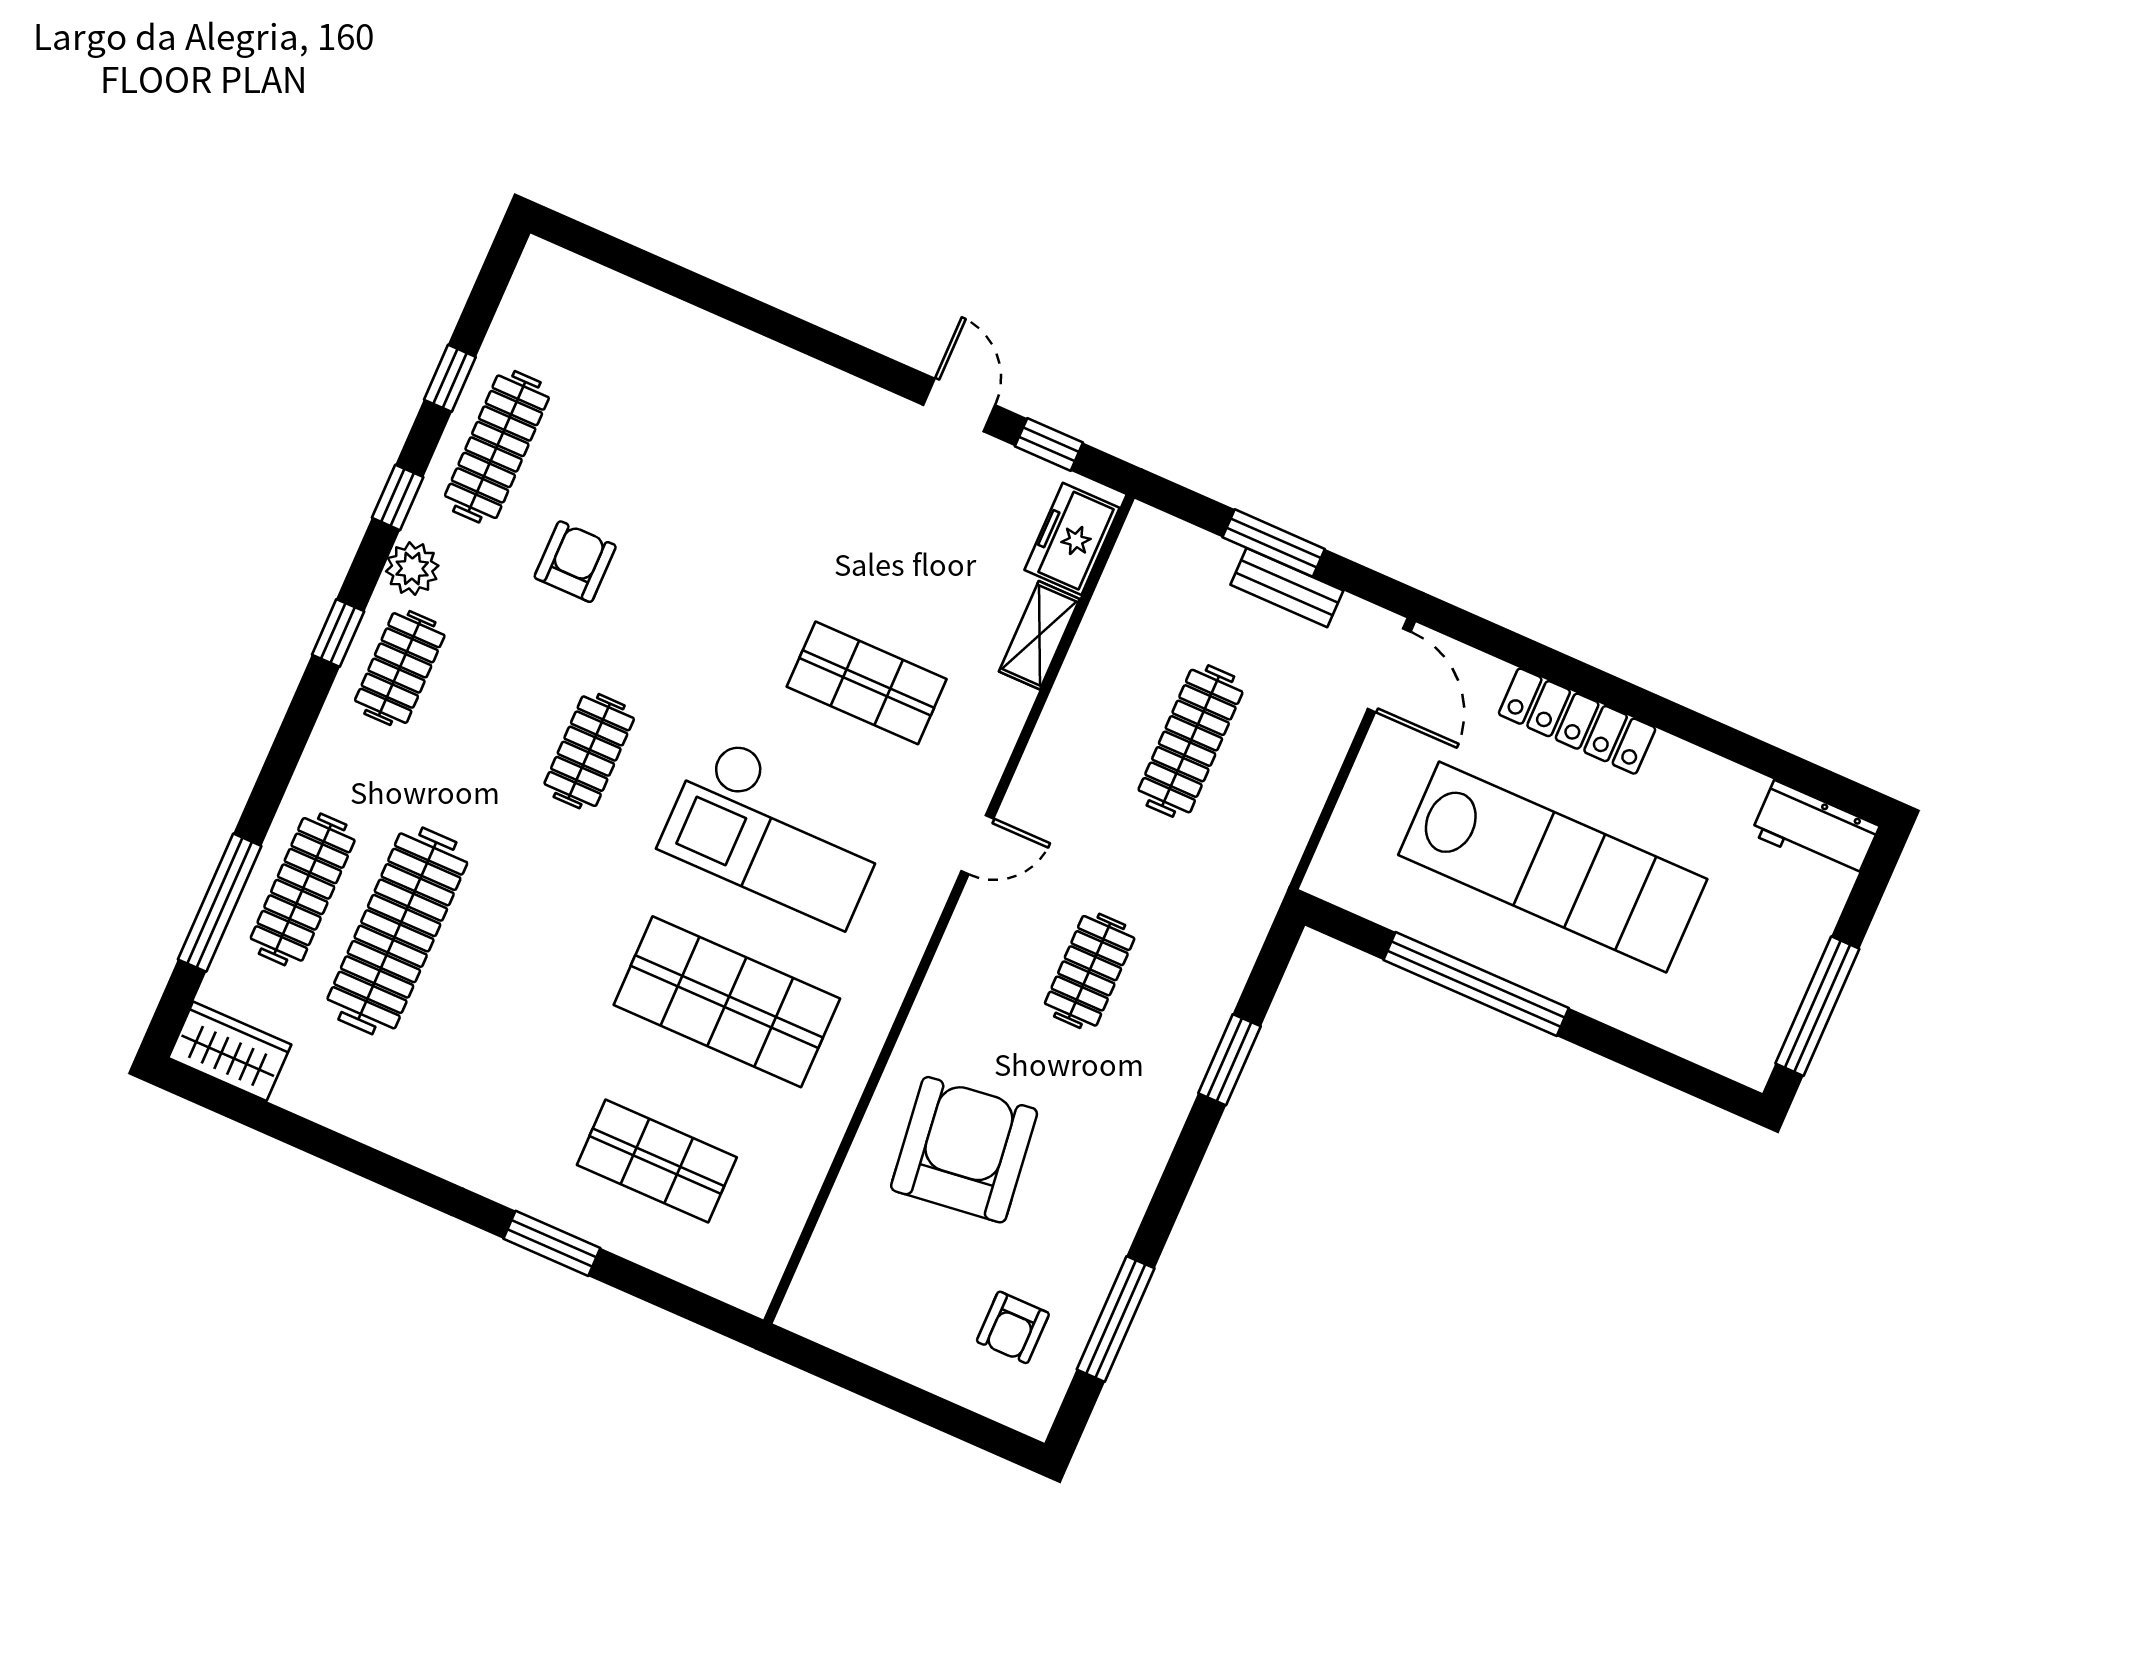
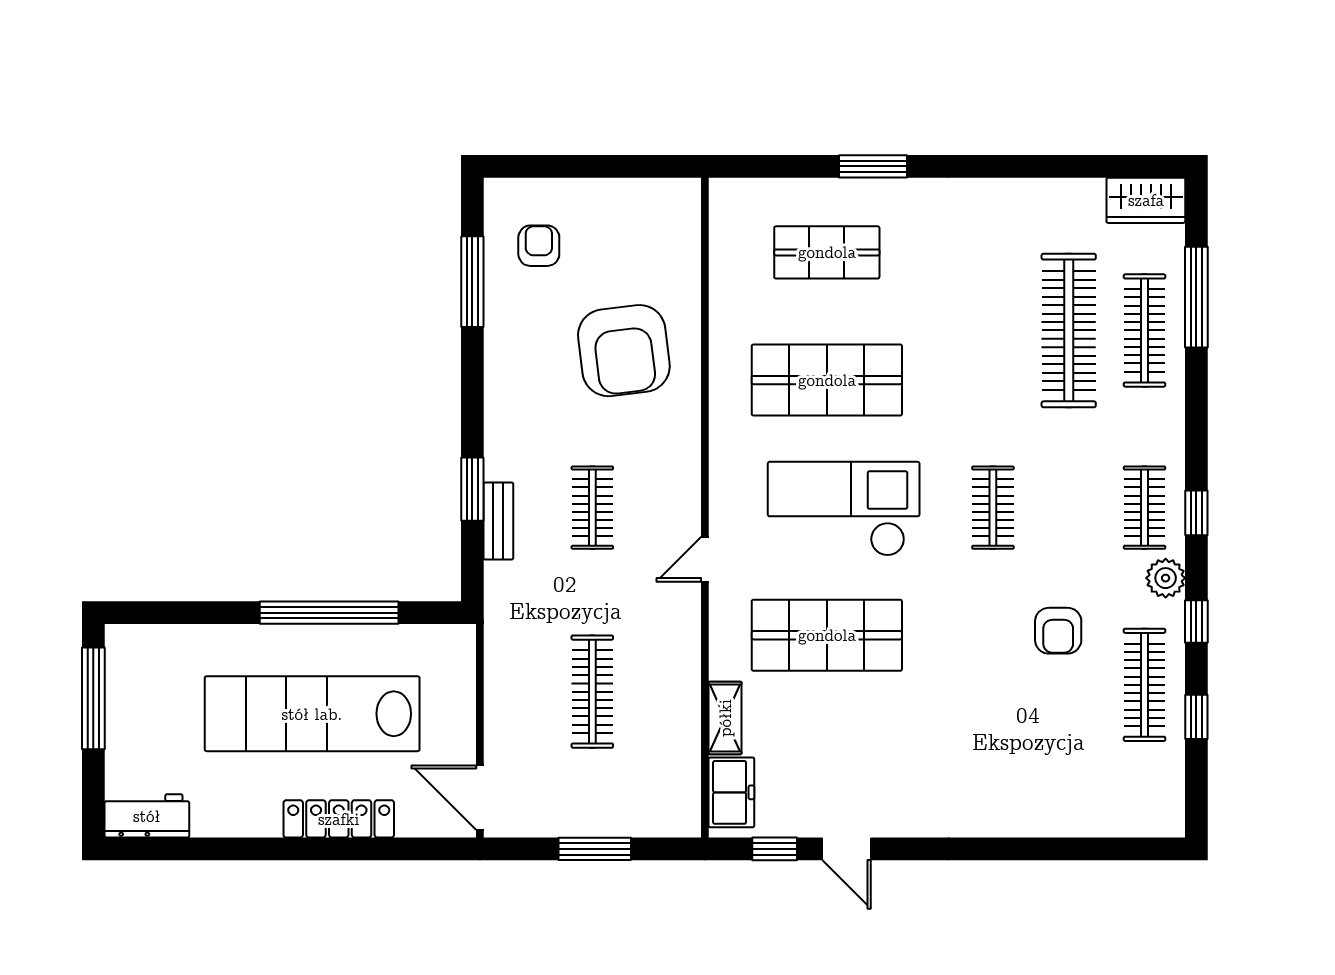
bench: (1287, 588) -> (498, 521), moved, turned 90
shop shelf: (867, 683) -> (827, 635), width x1.43, depth x1.36

